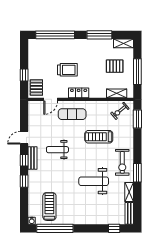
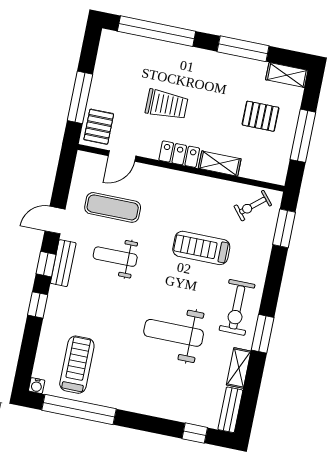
window: (24, 75) -> (80, 97), width x2.17
shelving: (117, 93) -> (220, 164), moved
exercise mat: (72, 114) -> (113, 207), moved

